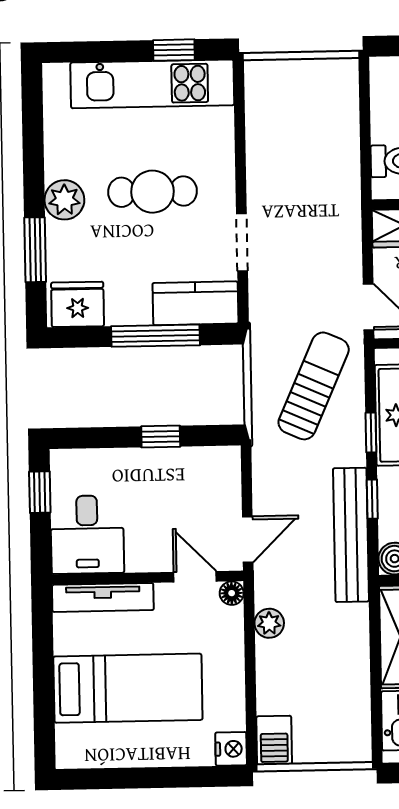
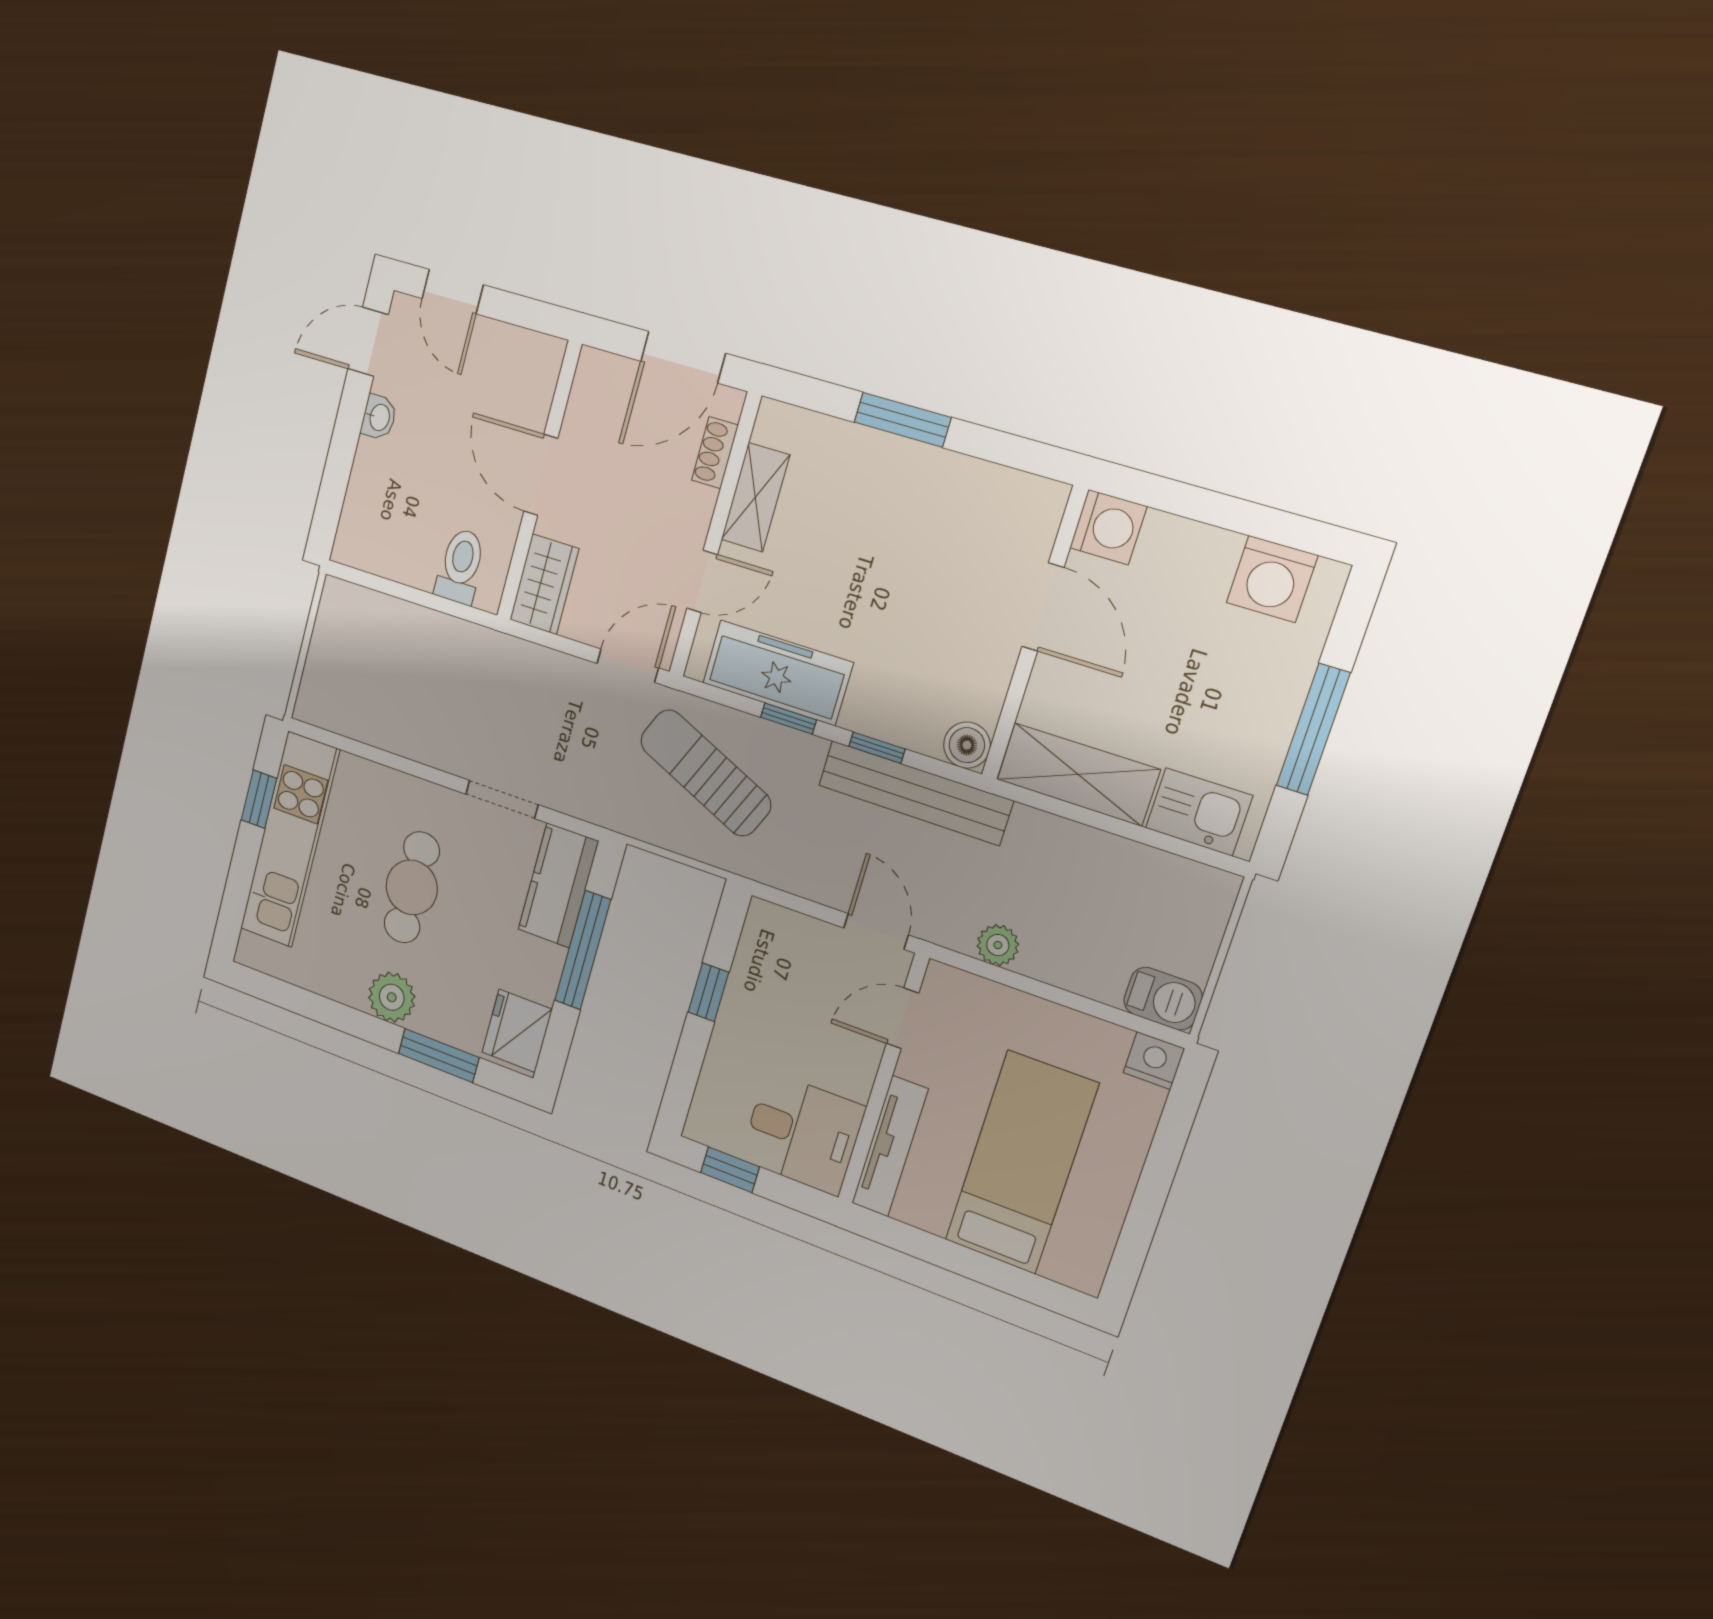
floor lamp: (232, 593) -> (940, 979), removed

